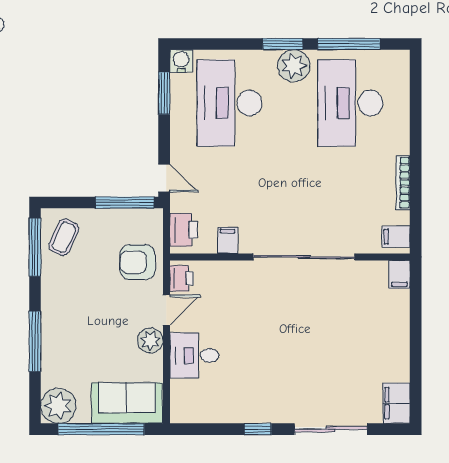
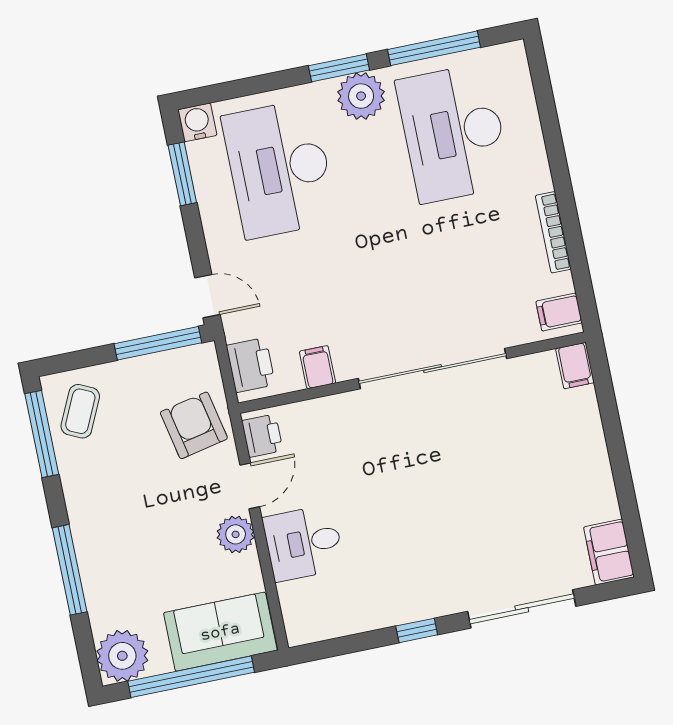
armchair: (137, 262) -> (194, 425), turned 78

